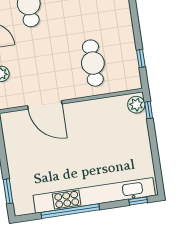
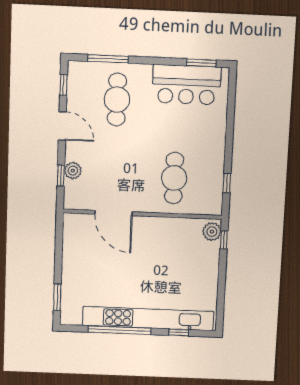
window: (138, 201) -> (179, 332), moved

